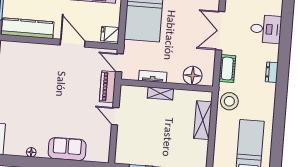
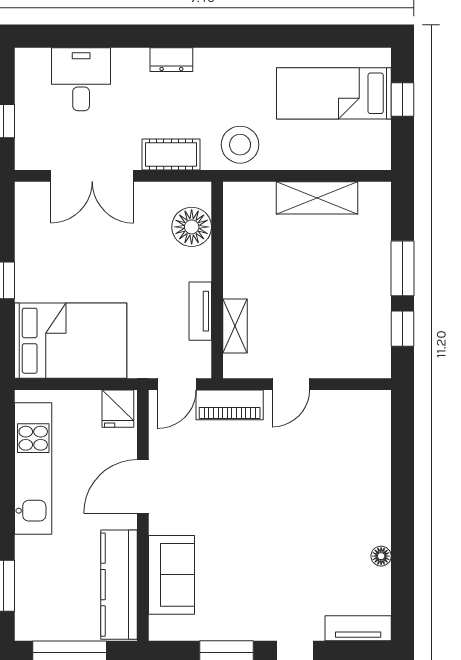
shelving: (160, 93) -> (235, 326), moved
shelving: (203, 120) -> (317, 198), moved
sofa: (67, 149) -> (171, 575), moved, turned 180

